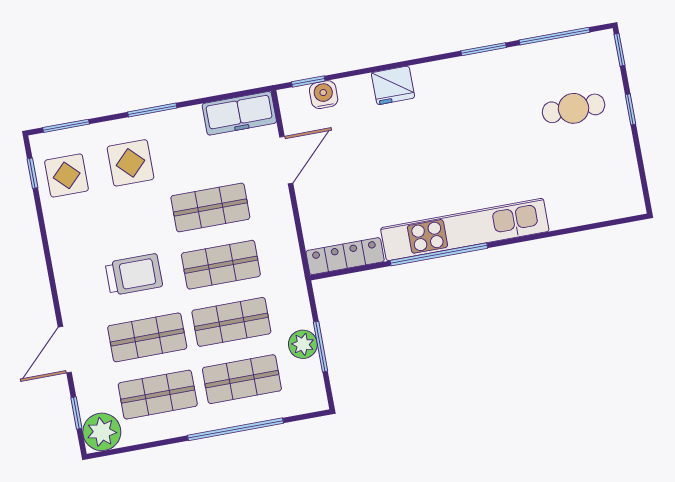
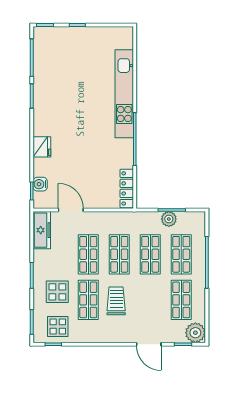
cafe table: (574, 108) -> (71, 55), removed
kitchen unit: (465, 230) -> (124, 94), moved
shop shelf: (147, 337) -> (88, 300), moved

